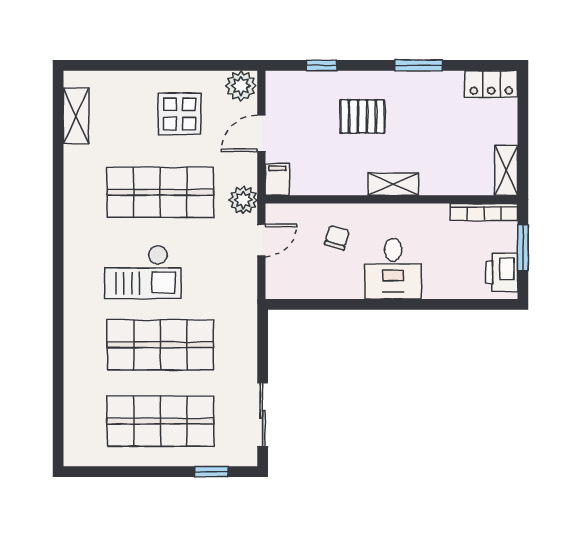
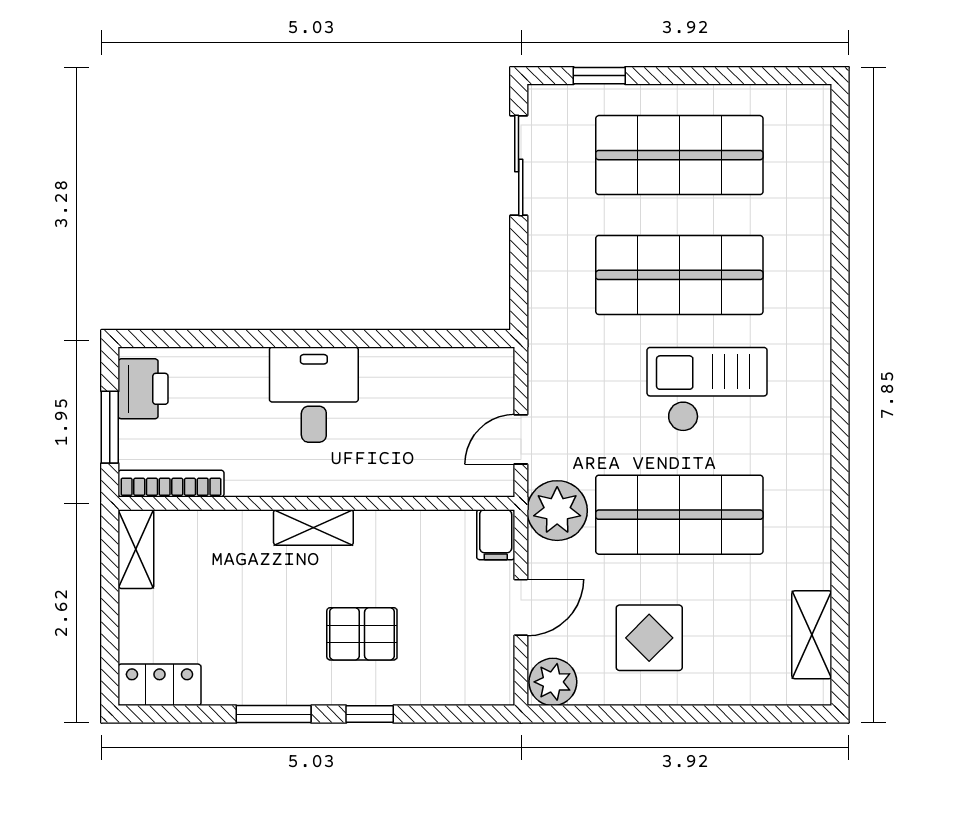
window: (322, 65) -> (370, 714), moved
plant: (243, 200) -> (557, 511), width x1.36, depth x1.36
chair: (337, 238) -> (402, 444), removed

